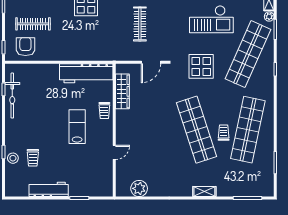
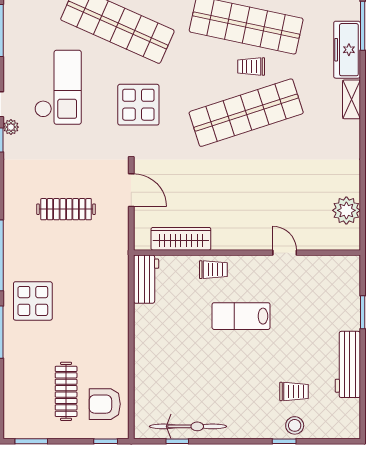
workbench: (86, 73) -> (146, 279), width x0.53, depth x0.76
freezer: (233, 189) -> (347, 50), added

